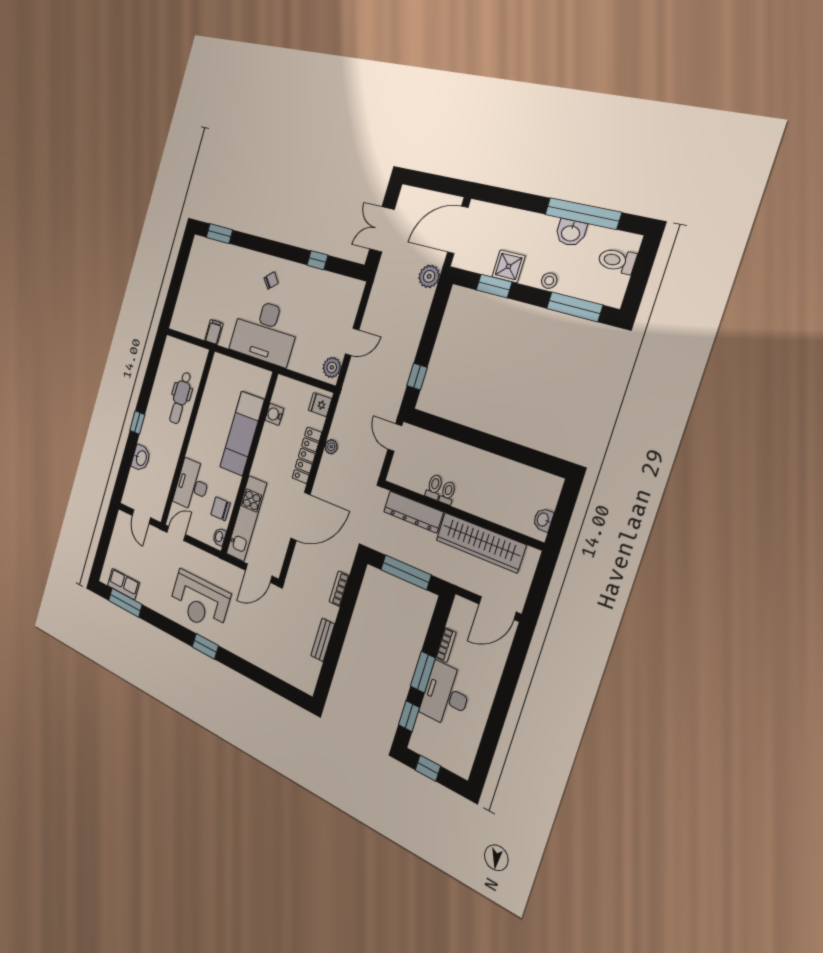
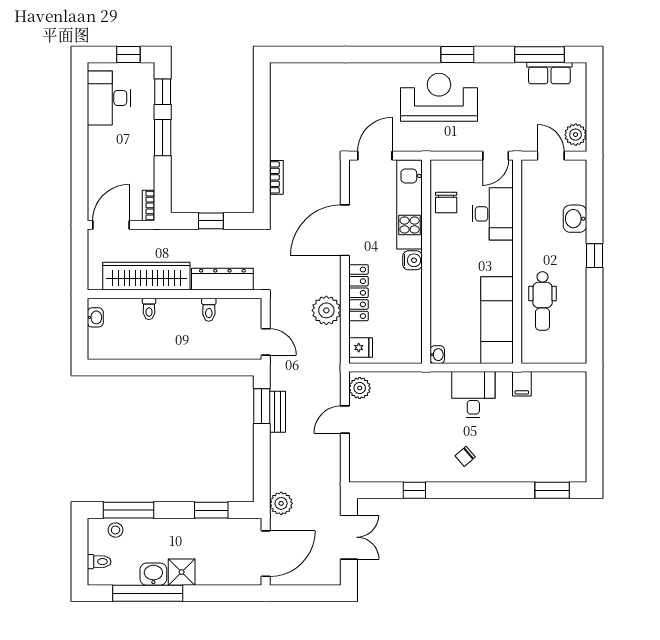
toilet: (617, 261) -> (99, 562), width x0.73, depth x0.72
shower: (509, 266) -> (182, 572), moved
stool: (549, 281) -> (116, 530), moved
desk: (265, 332) -> (473, 395), width x0.53, depth x0.77
window: (417, 377) -> (262, 406), width x1.50
dental chair: (180, 398) -> (543, 301), turned 180
water cooler: (274, 414) -> (412, 260), moved
exam couch: (242, 434) -> (497, 320), moved, turned 180
plant: (331, 447) -> (326, 310), width x1.87, depth x1.87
toilet: (448, 493) -> (149, 309), moved
chair: (220, 509) -> (446, 203), turned 90
plant: (122, 526) -> (576, 135), added
washbasin: (219, 537) -> (437, 355), moved
window: (406, 572) -> (211, 221), width x0.46
bench: (323, 640) -> (278, 412), moved
bookcase: (446, 645) -> (149, 205), moved
window: (205, 646) -> (457, 55), moved
desk: (446, 695) -> (109, 98), moved, turned 180

